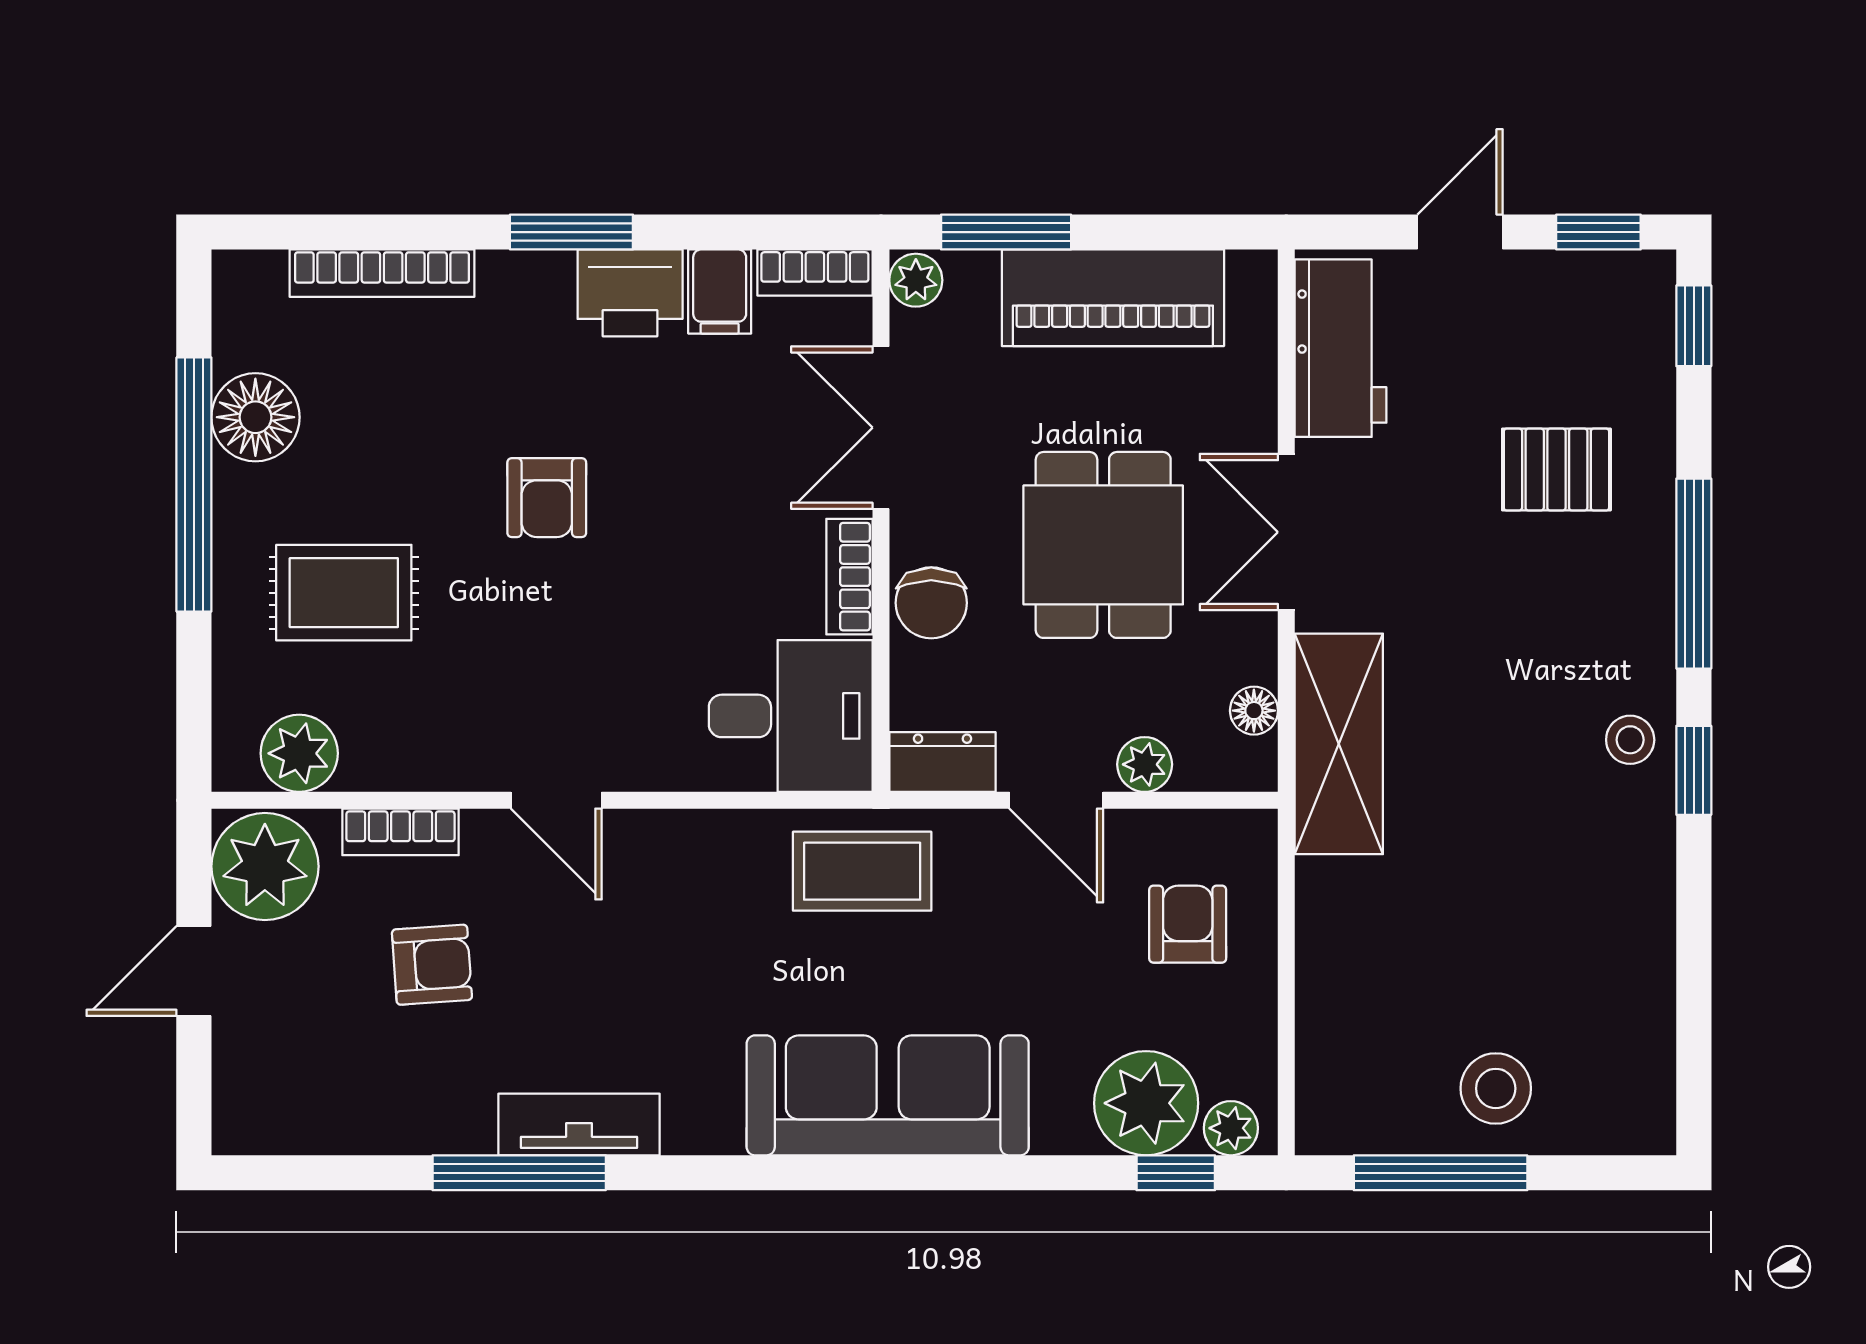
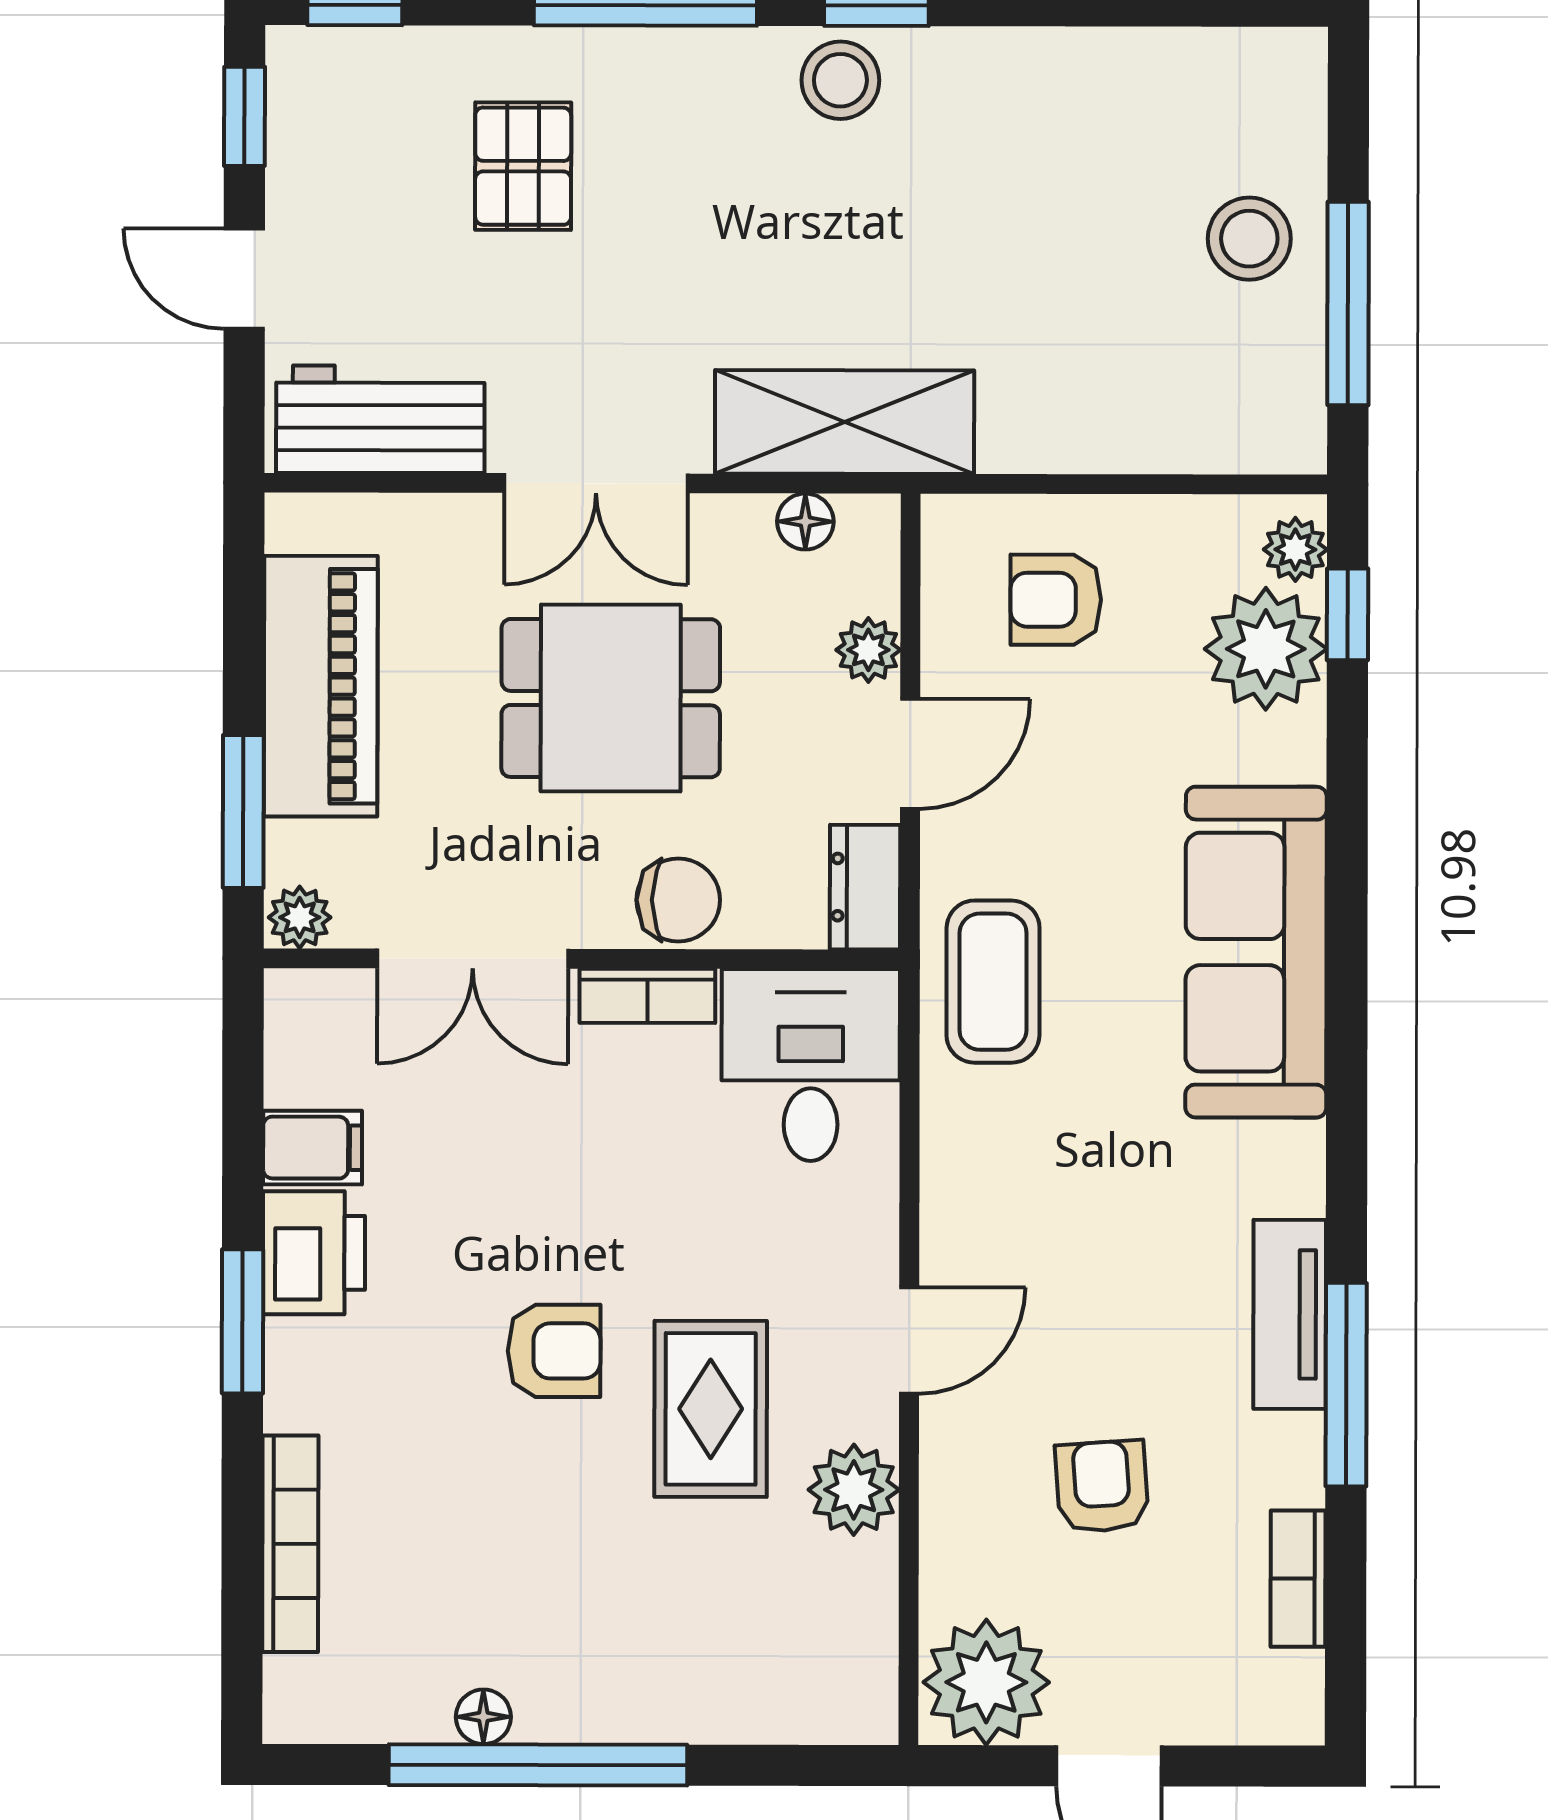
bookcase: (815, 273) -> (290, 1036), removed
floor lamp: (255, 417) -> (483, 1717), width x0.53, depth x0.53
rug: (344, 593) -> (711, 1409), moved
stool: (1630, 740) -> (840, 80), width x1.37, depth x1.37
plant: (299, 753) -> (854, 1490), moved
bookcase: (400, 832) -> (1298, 1579), moved, turned 180

